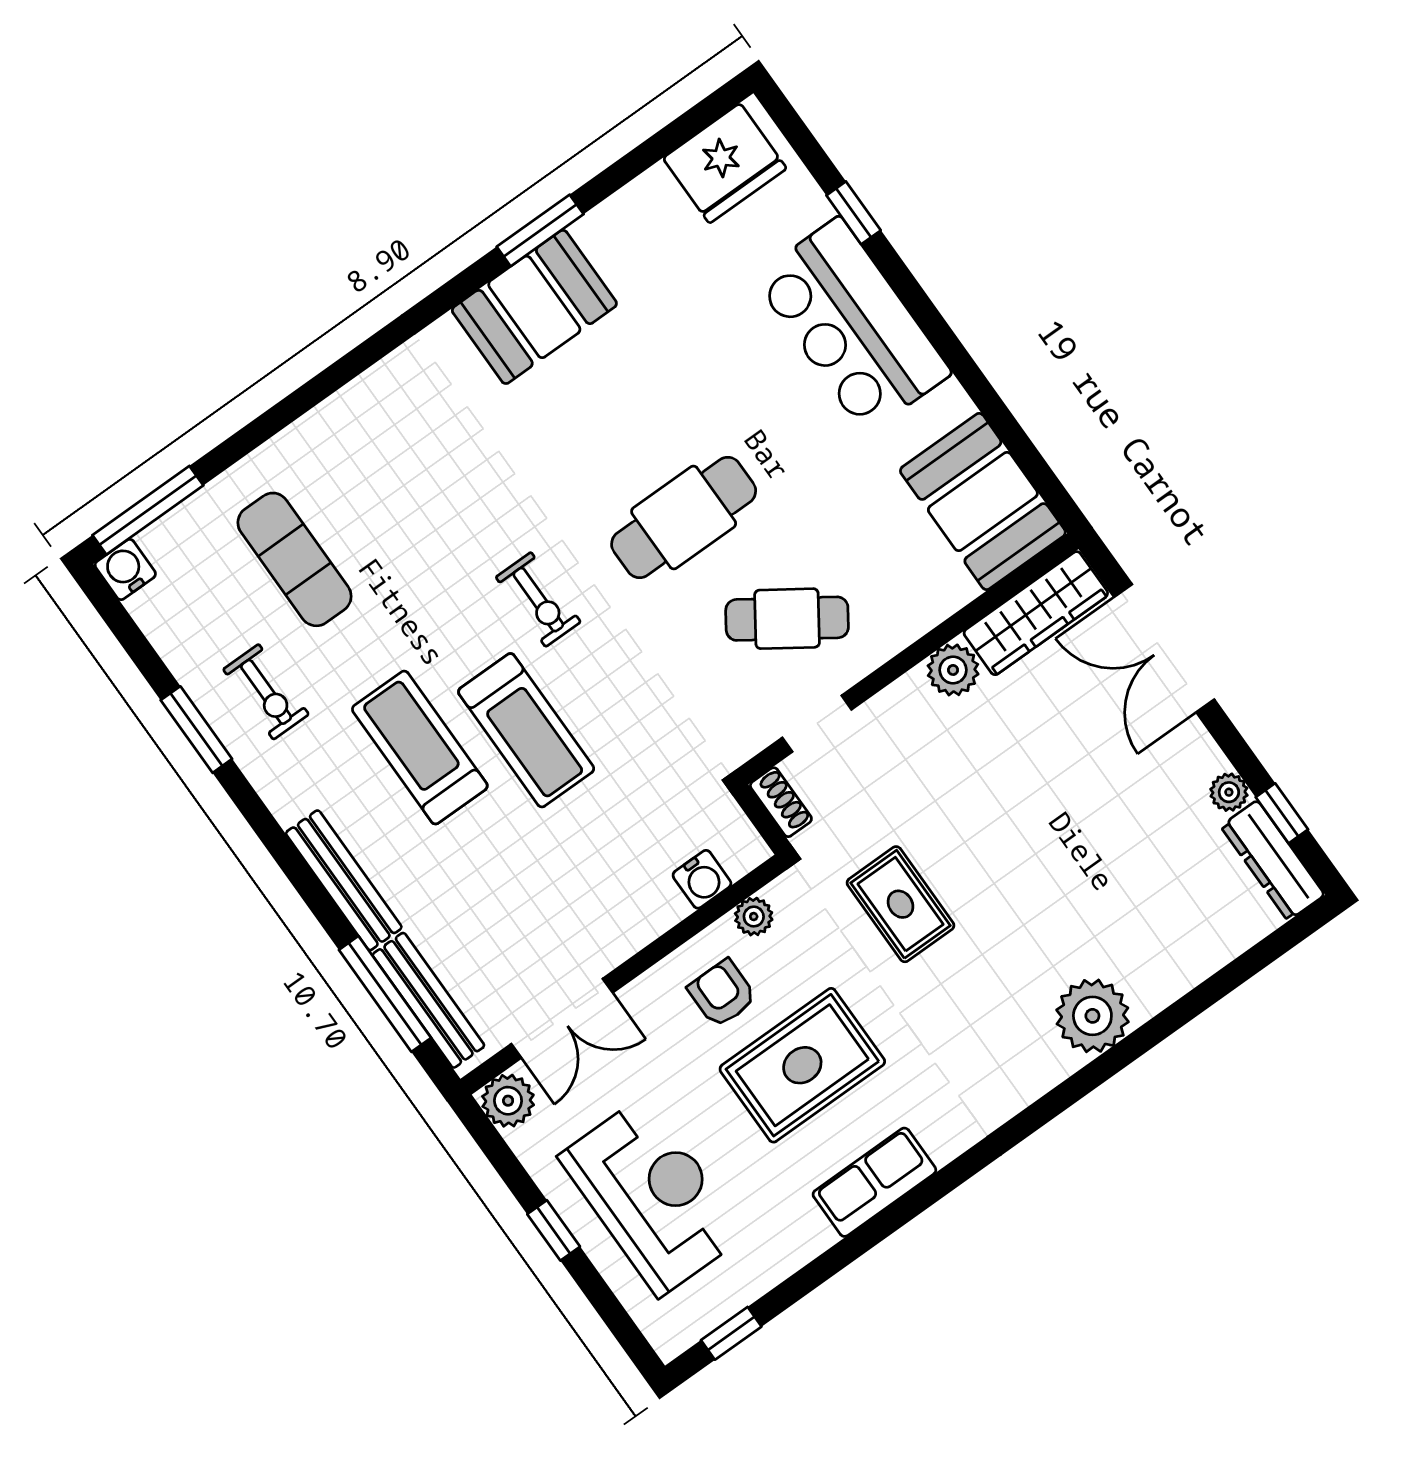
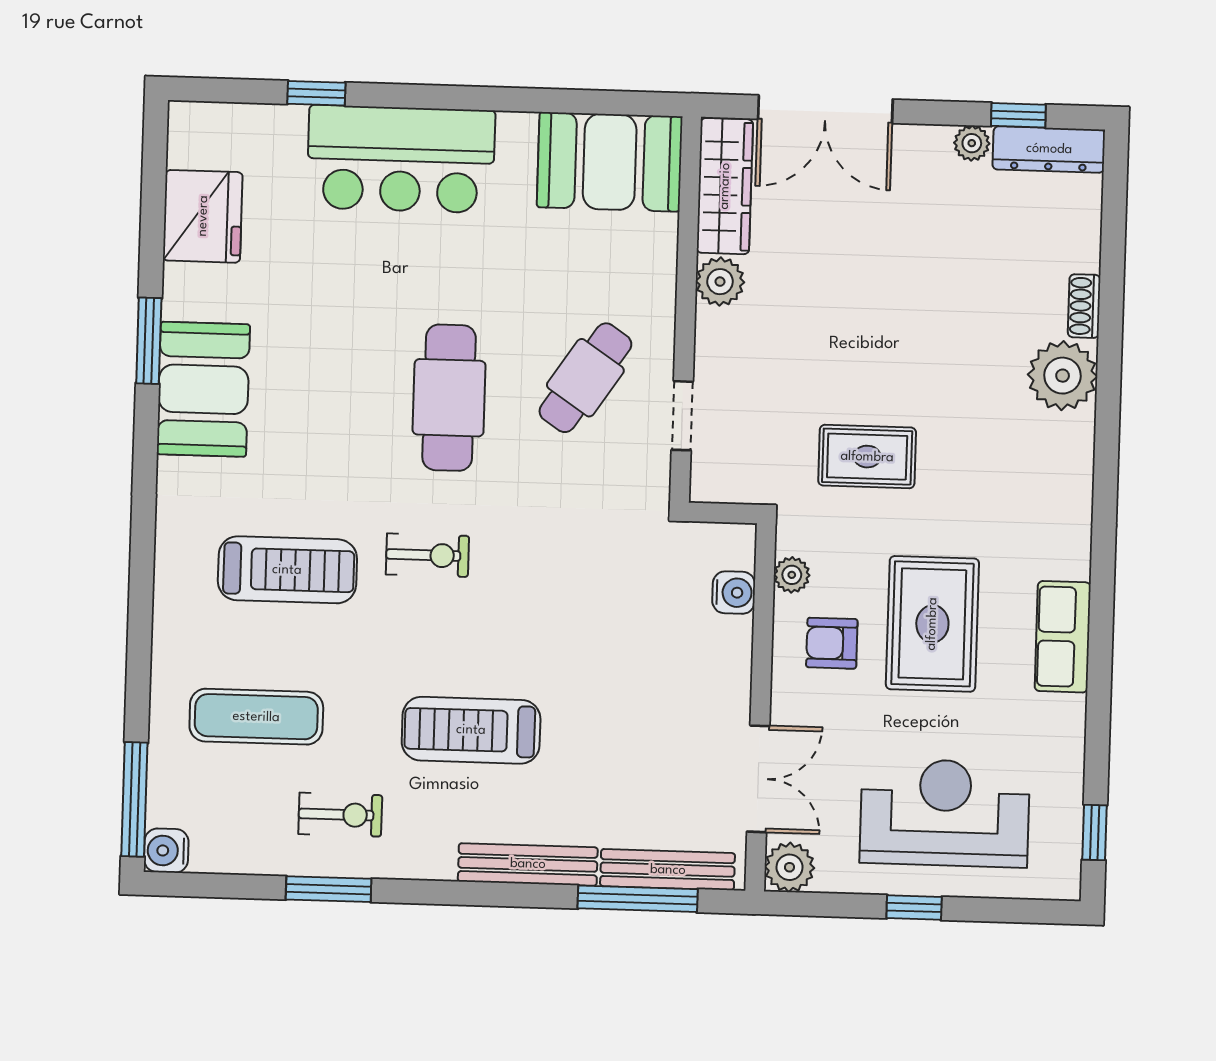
fridge: (725, 163) -> (203, 216), moved
treadmill: (526, 730) -> (287, 570), moved
shoe rack: (781, 802) -> (1084, 306), moved, turned -90

